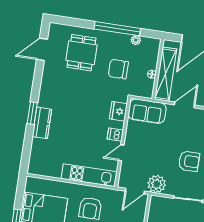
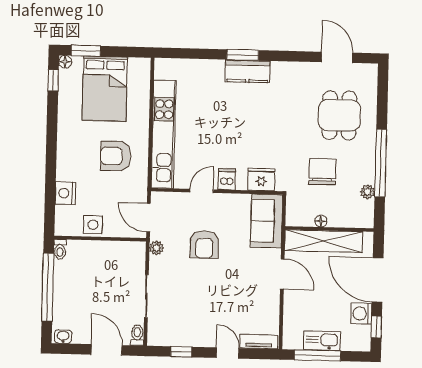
dining table: (81, 53) -> (339, 115), turned 90
kitchen counter: (42, 123) -> (247, 71), moved
door: (121, 153) -> (202, 191), hinge flipped
armchair: (189, 161) -> (204, 244), moved
kitchen unit: (89, 175) -> (164, 134), width x1.36
plant: (157, 184) -> (156, 248), width x0.53, depth x0.53

